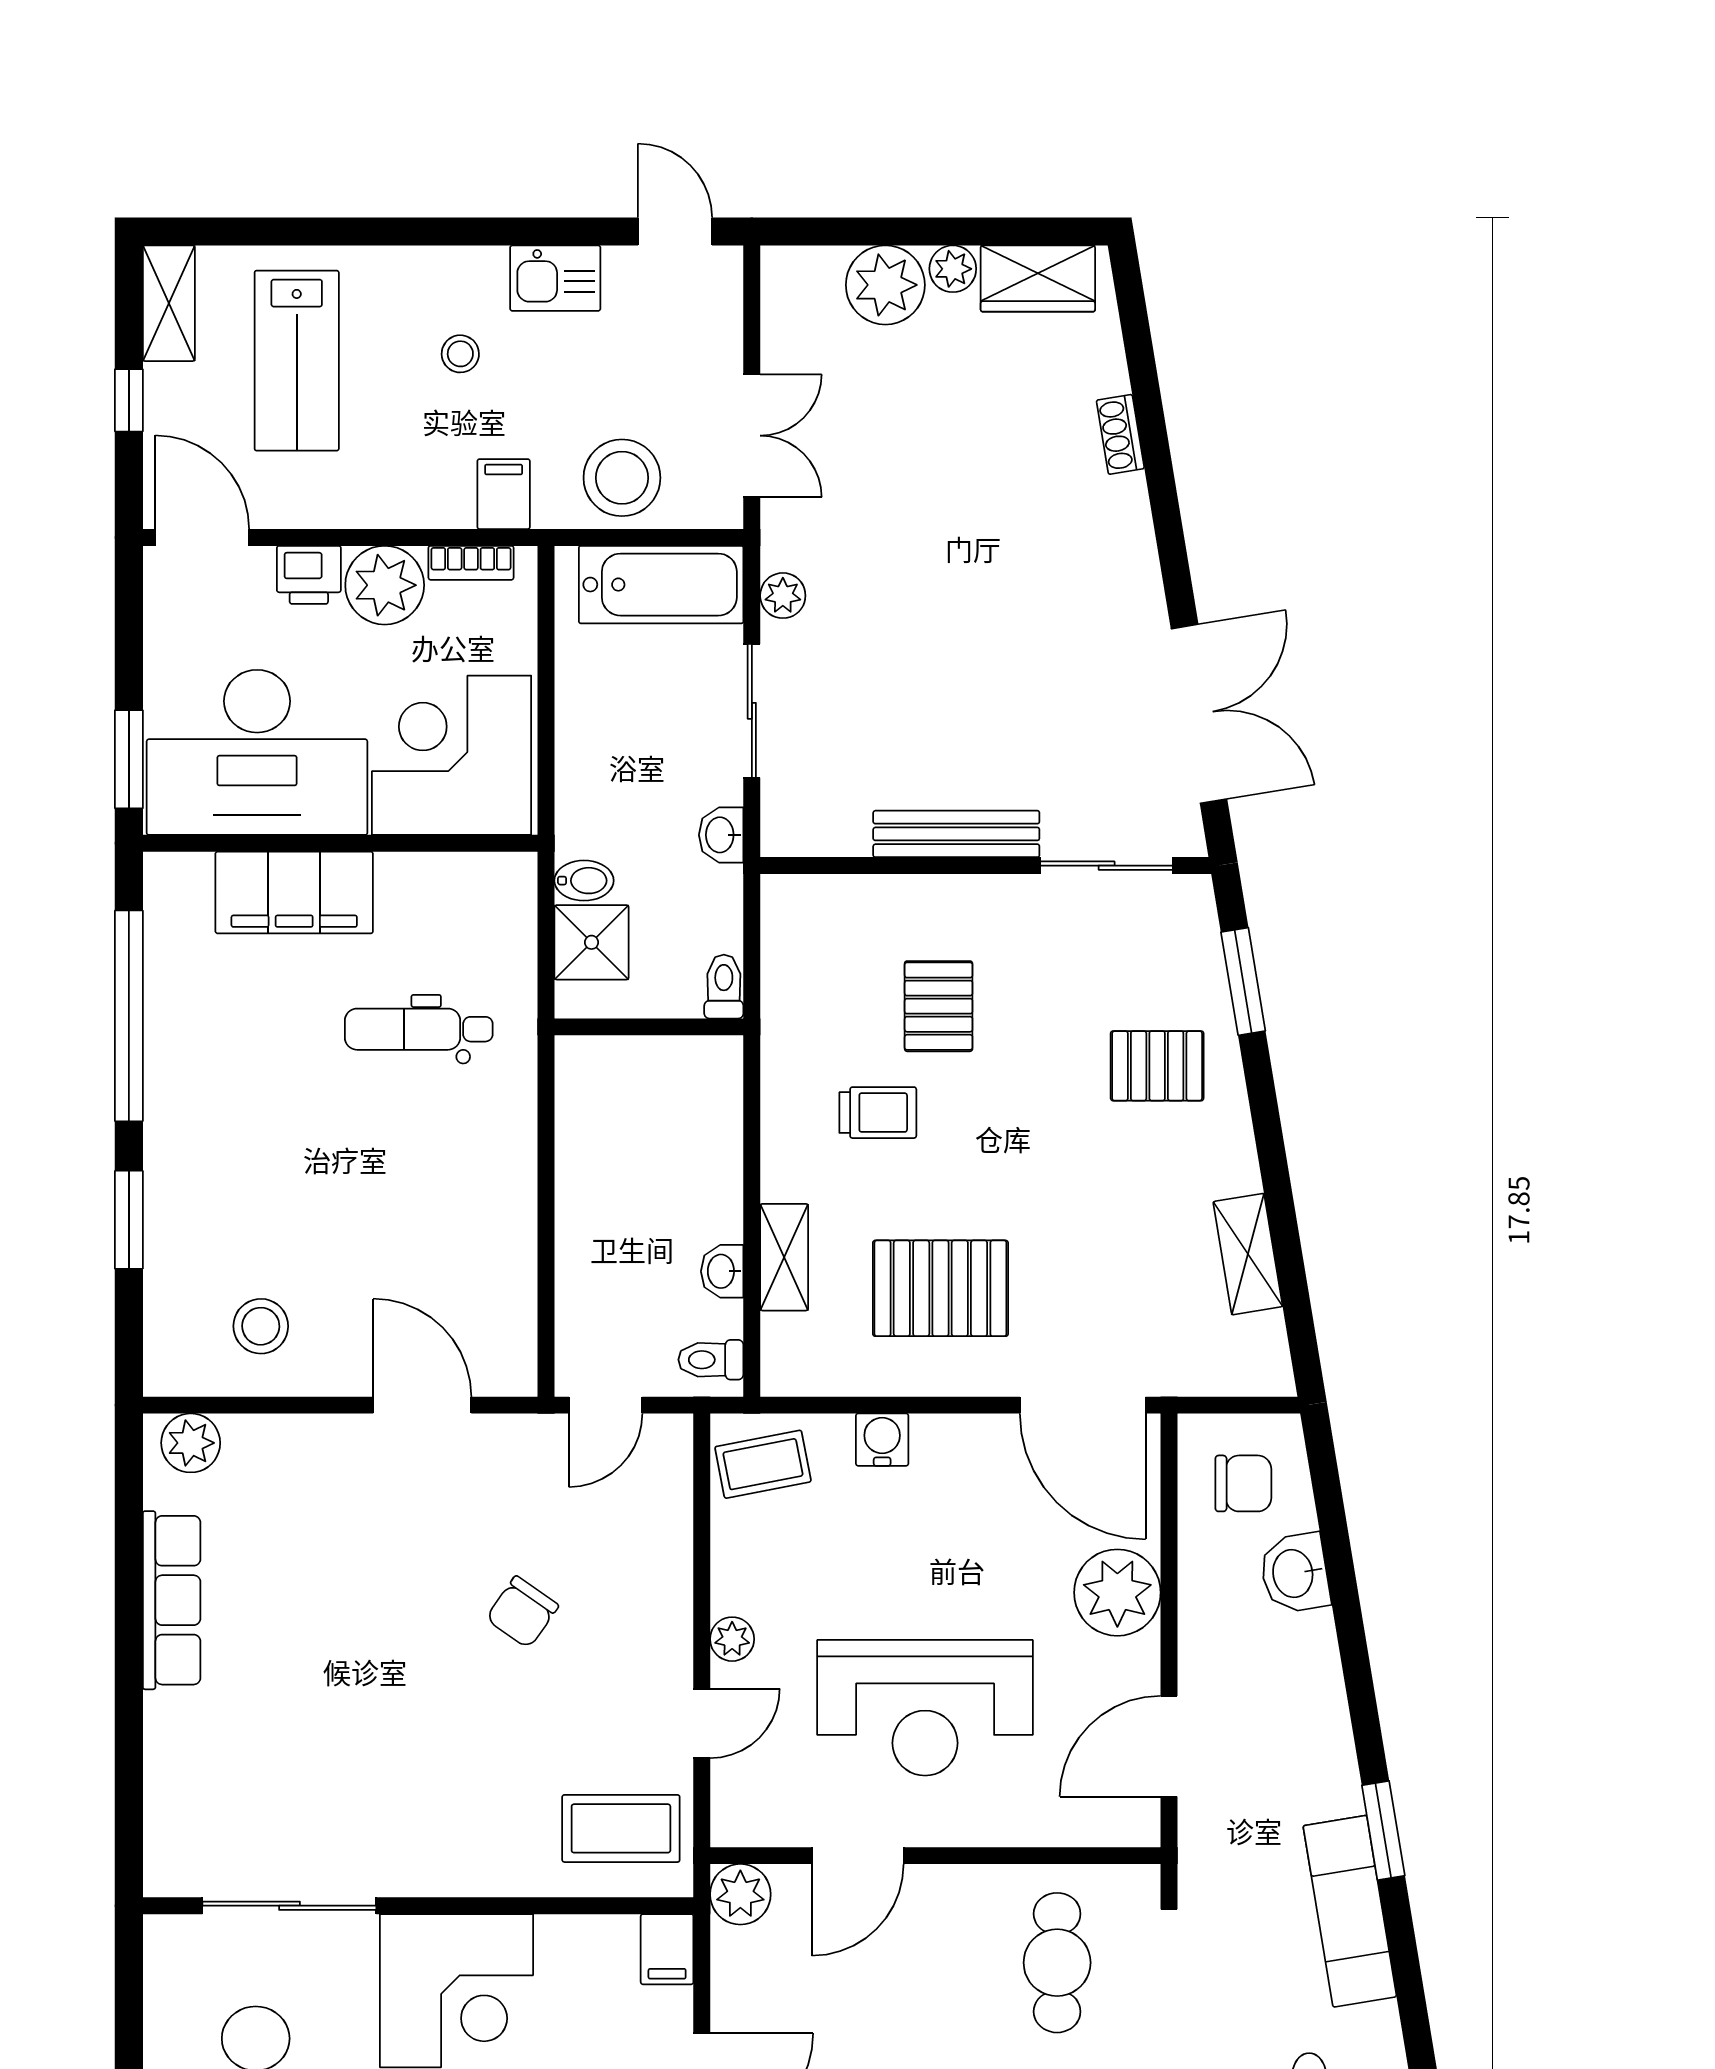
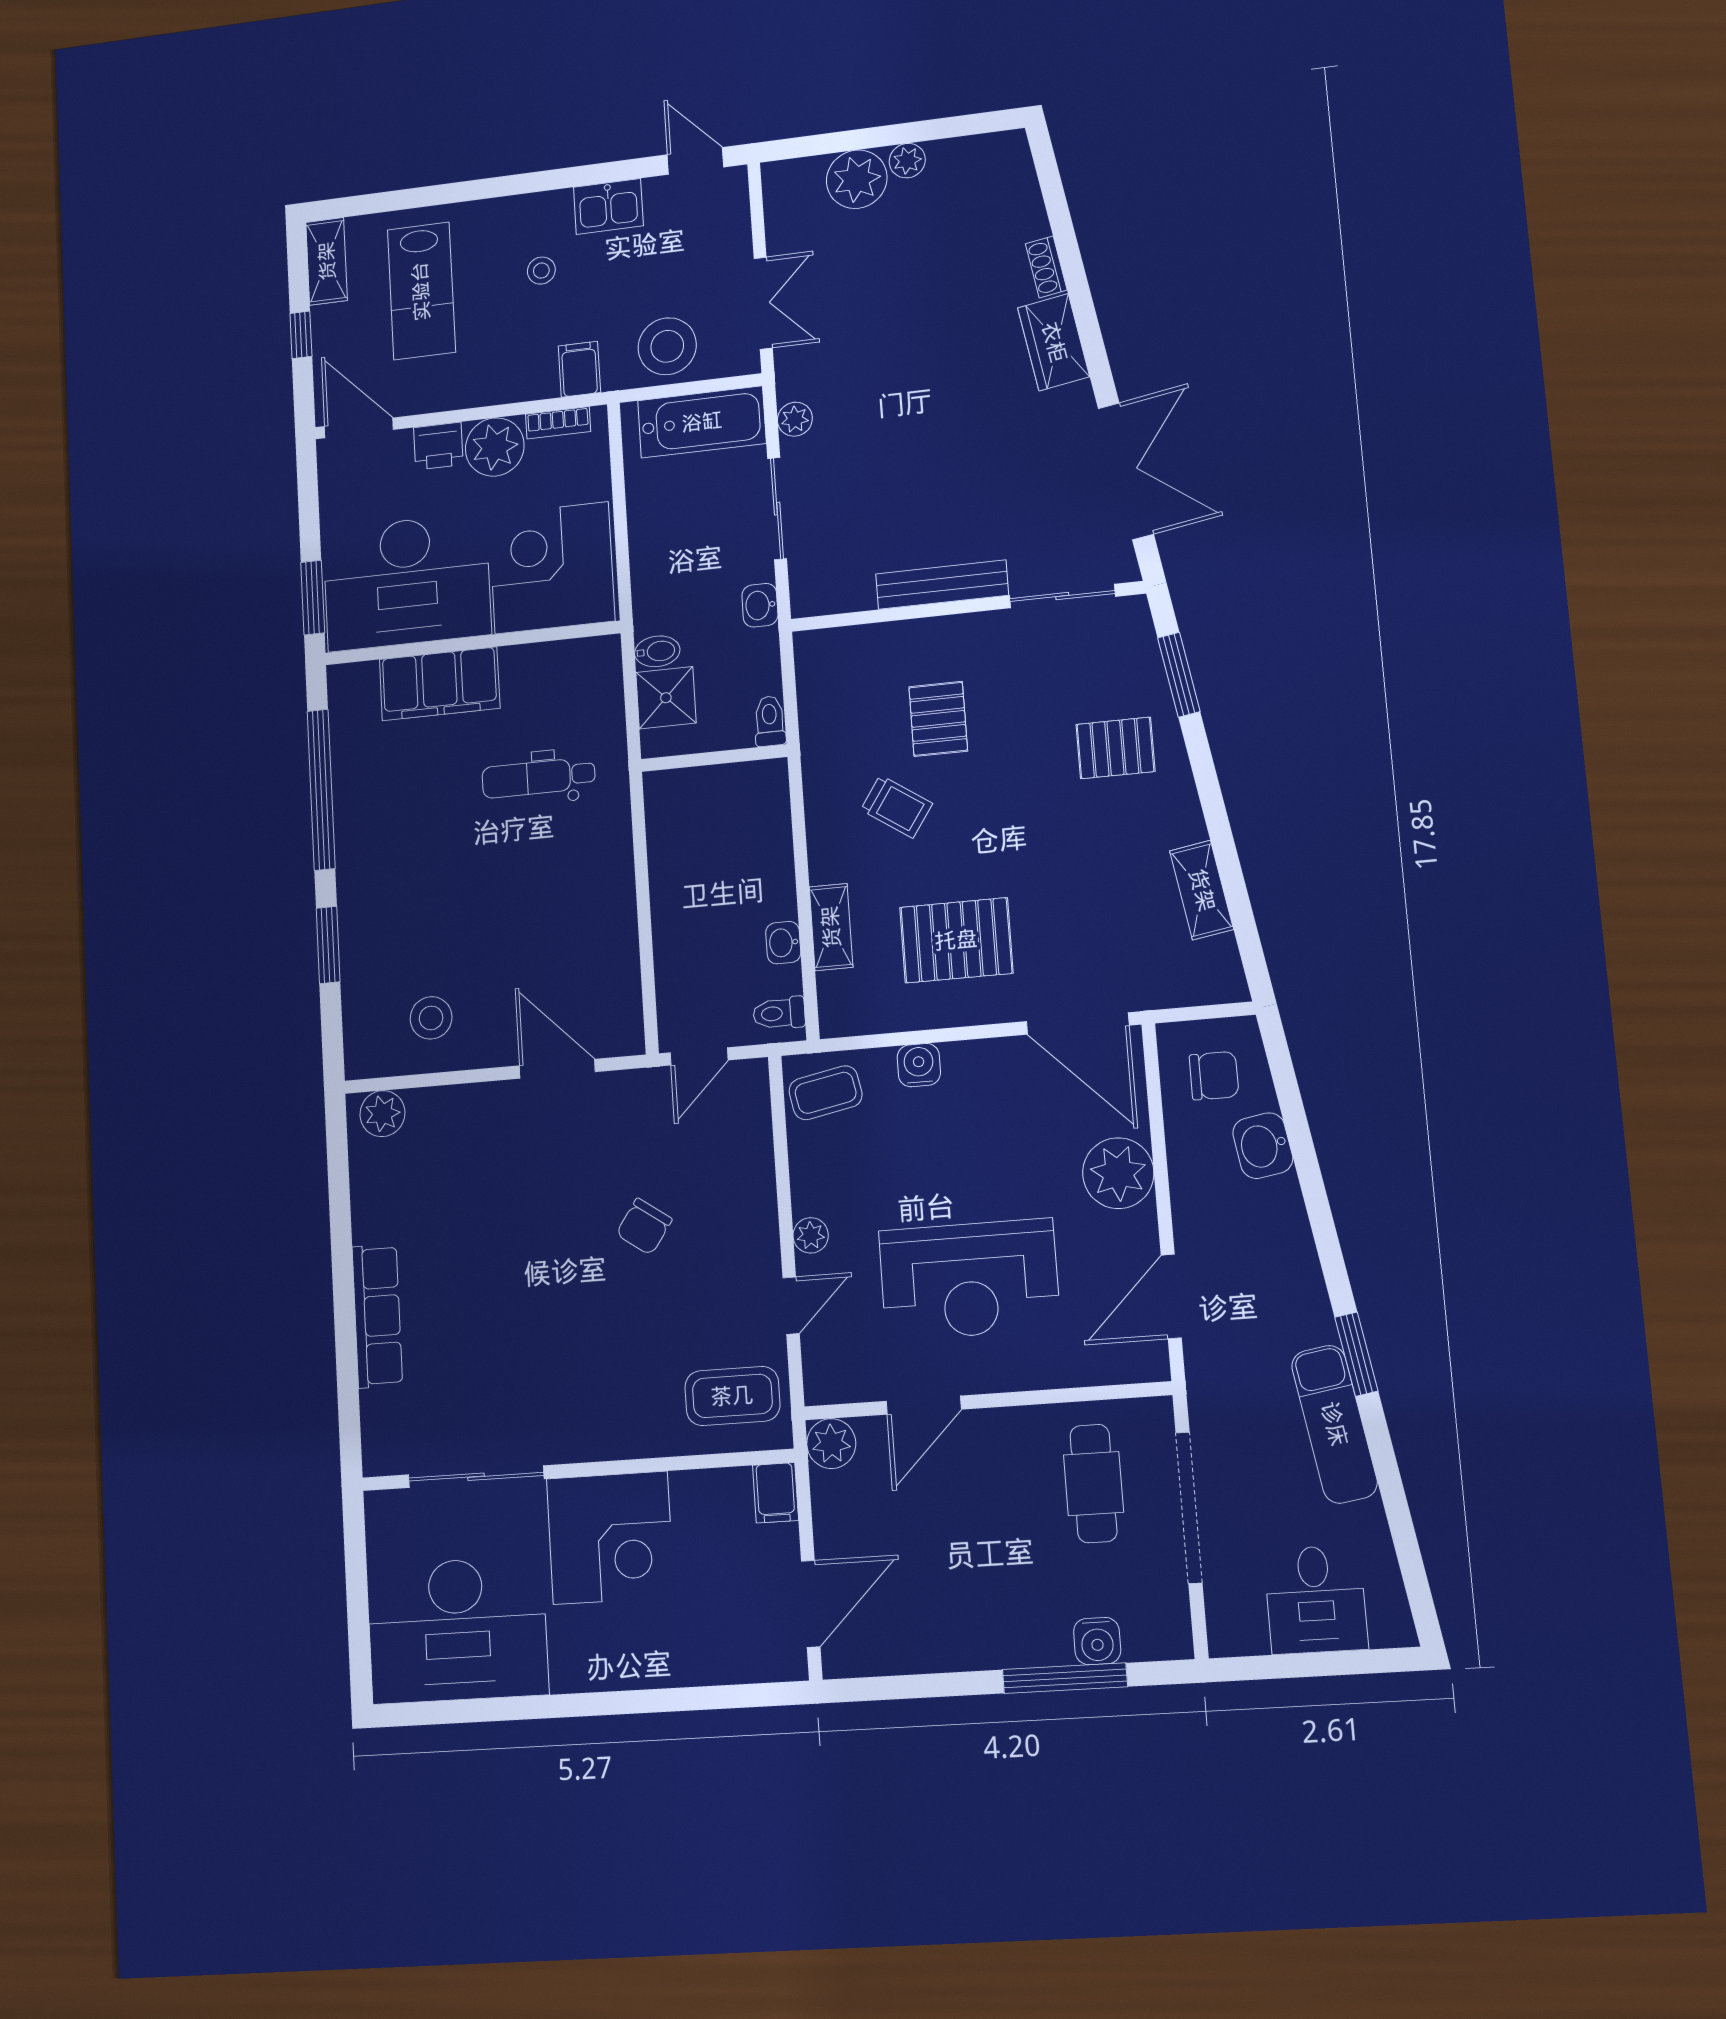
wardrobe: (1038, 279) -> (1054, 342), moved, turned 81
trolley: (878, 1113) -> (896, 807), turned 34
row of seats: (172, 1600) -> (377, 1316), moved

